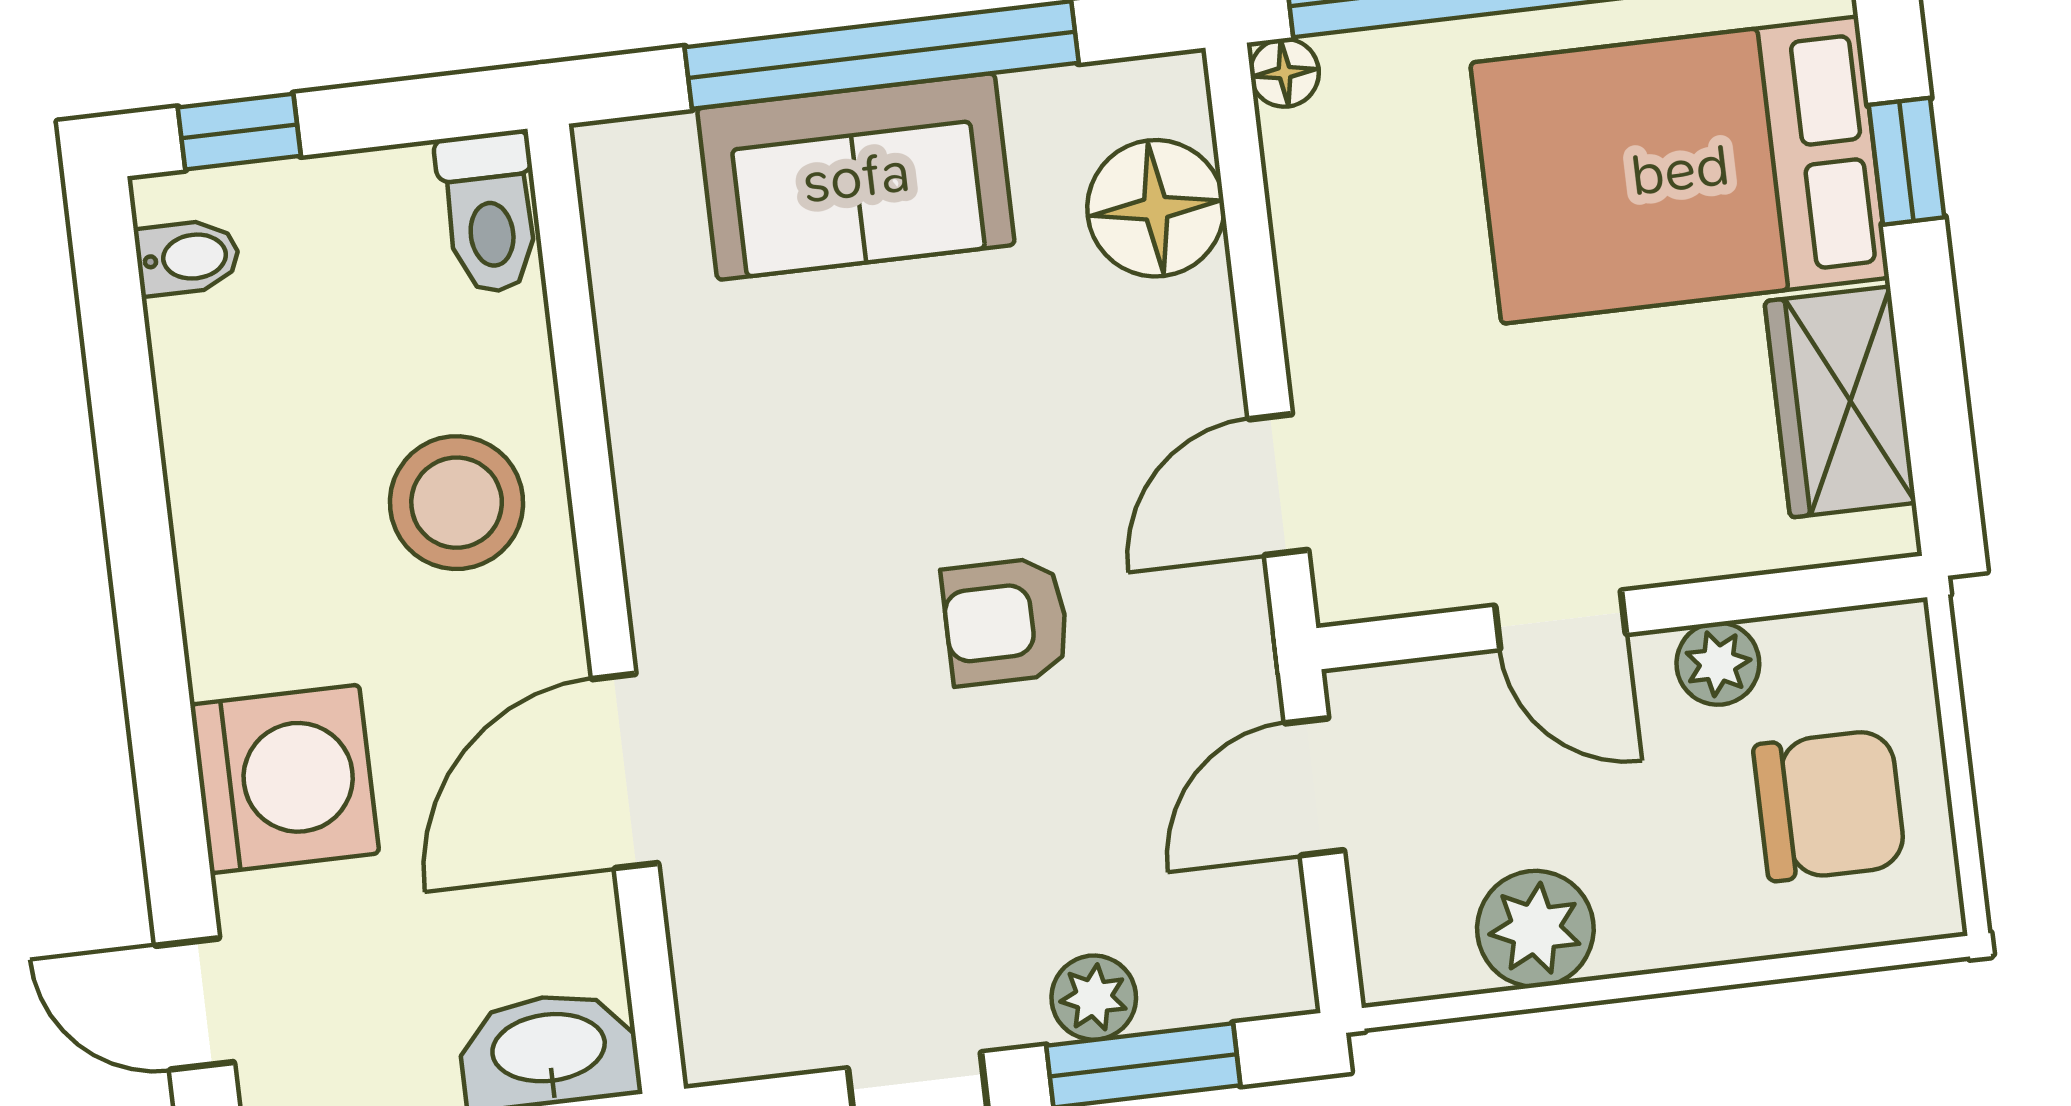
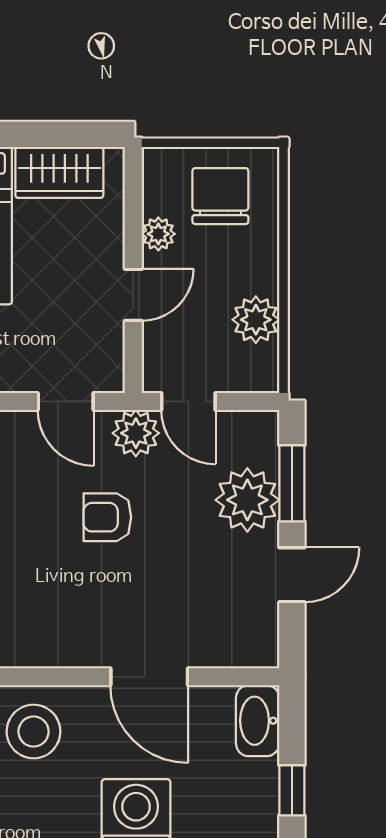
armchair: (1006, 621) -> (107, 517), turned 90
plant: (1221, 667) -> (136, 433), added
plant: (1094, 998) -> (247, 500), width x1.87, depth x1.87

